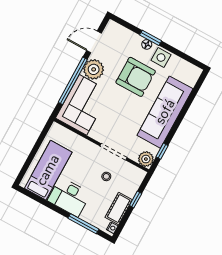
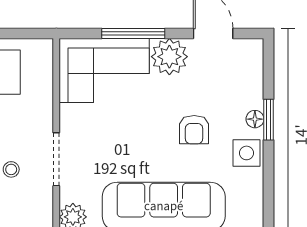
armchair: (136, 77) -> (194, 130), width x0.53, depth x0.53
window: (73, 81) -> (133, 34), width x0.68

